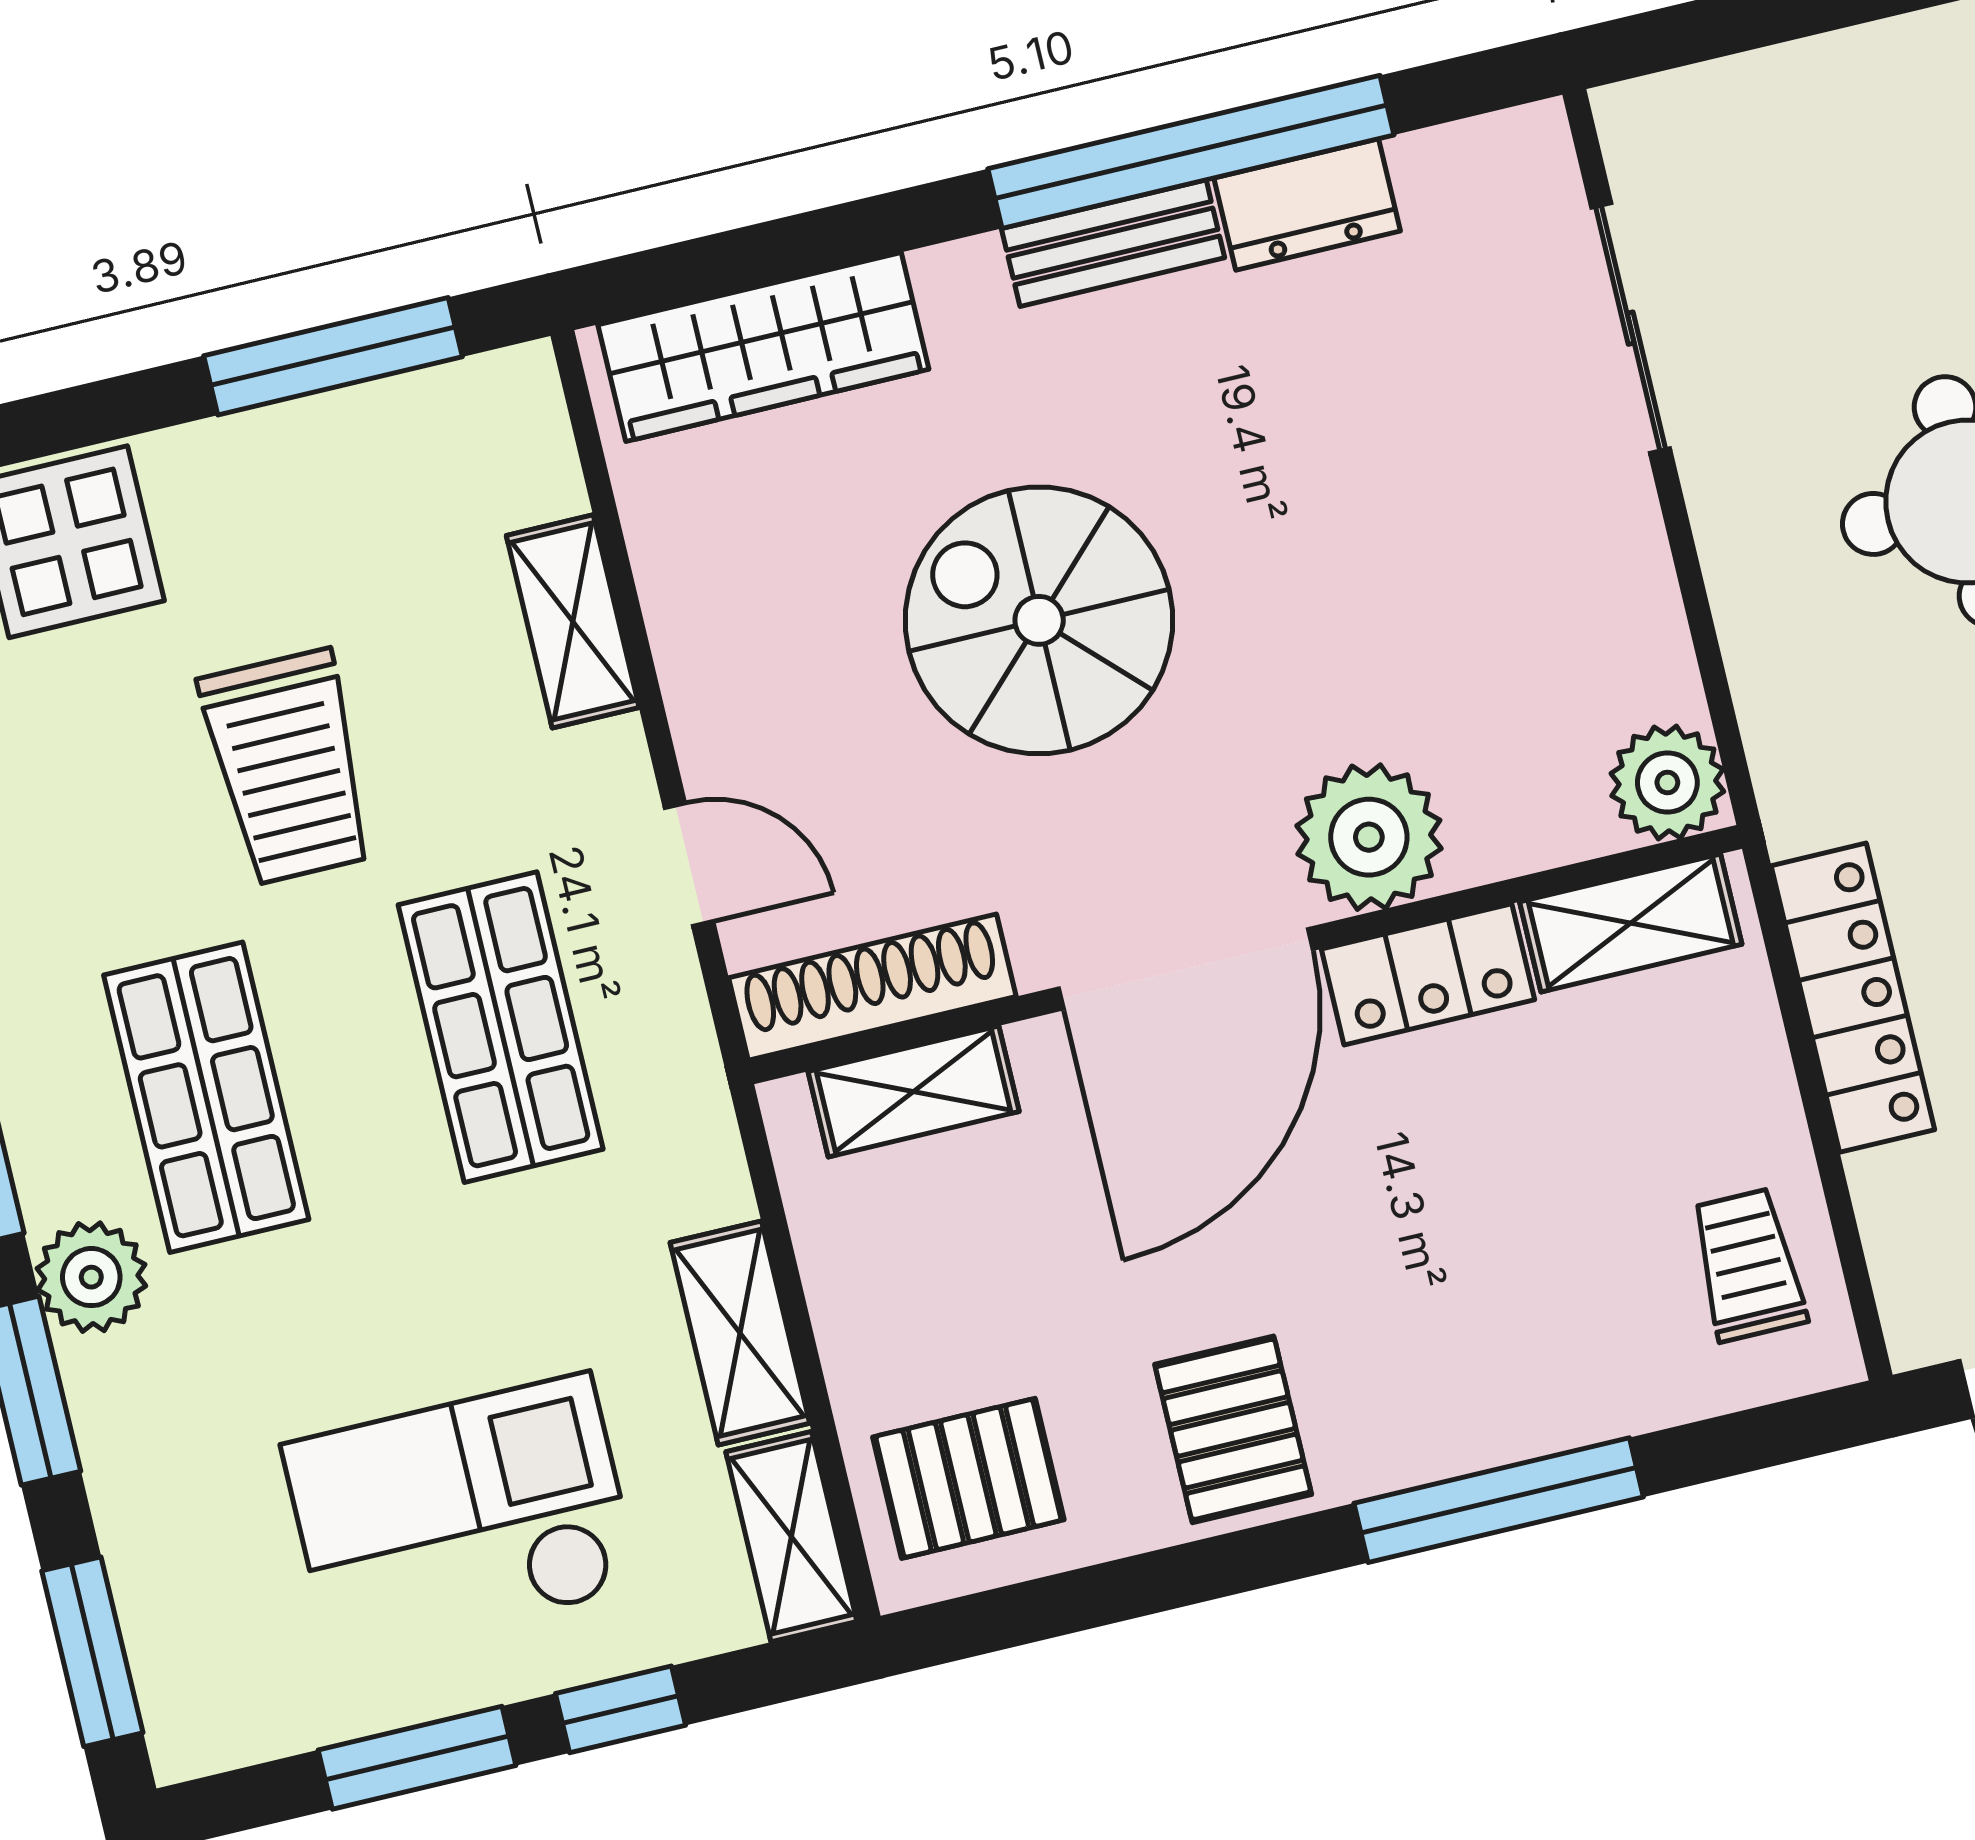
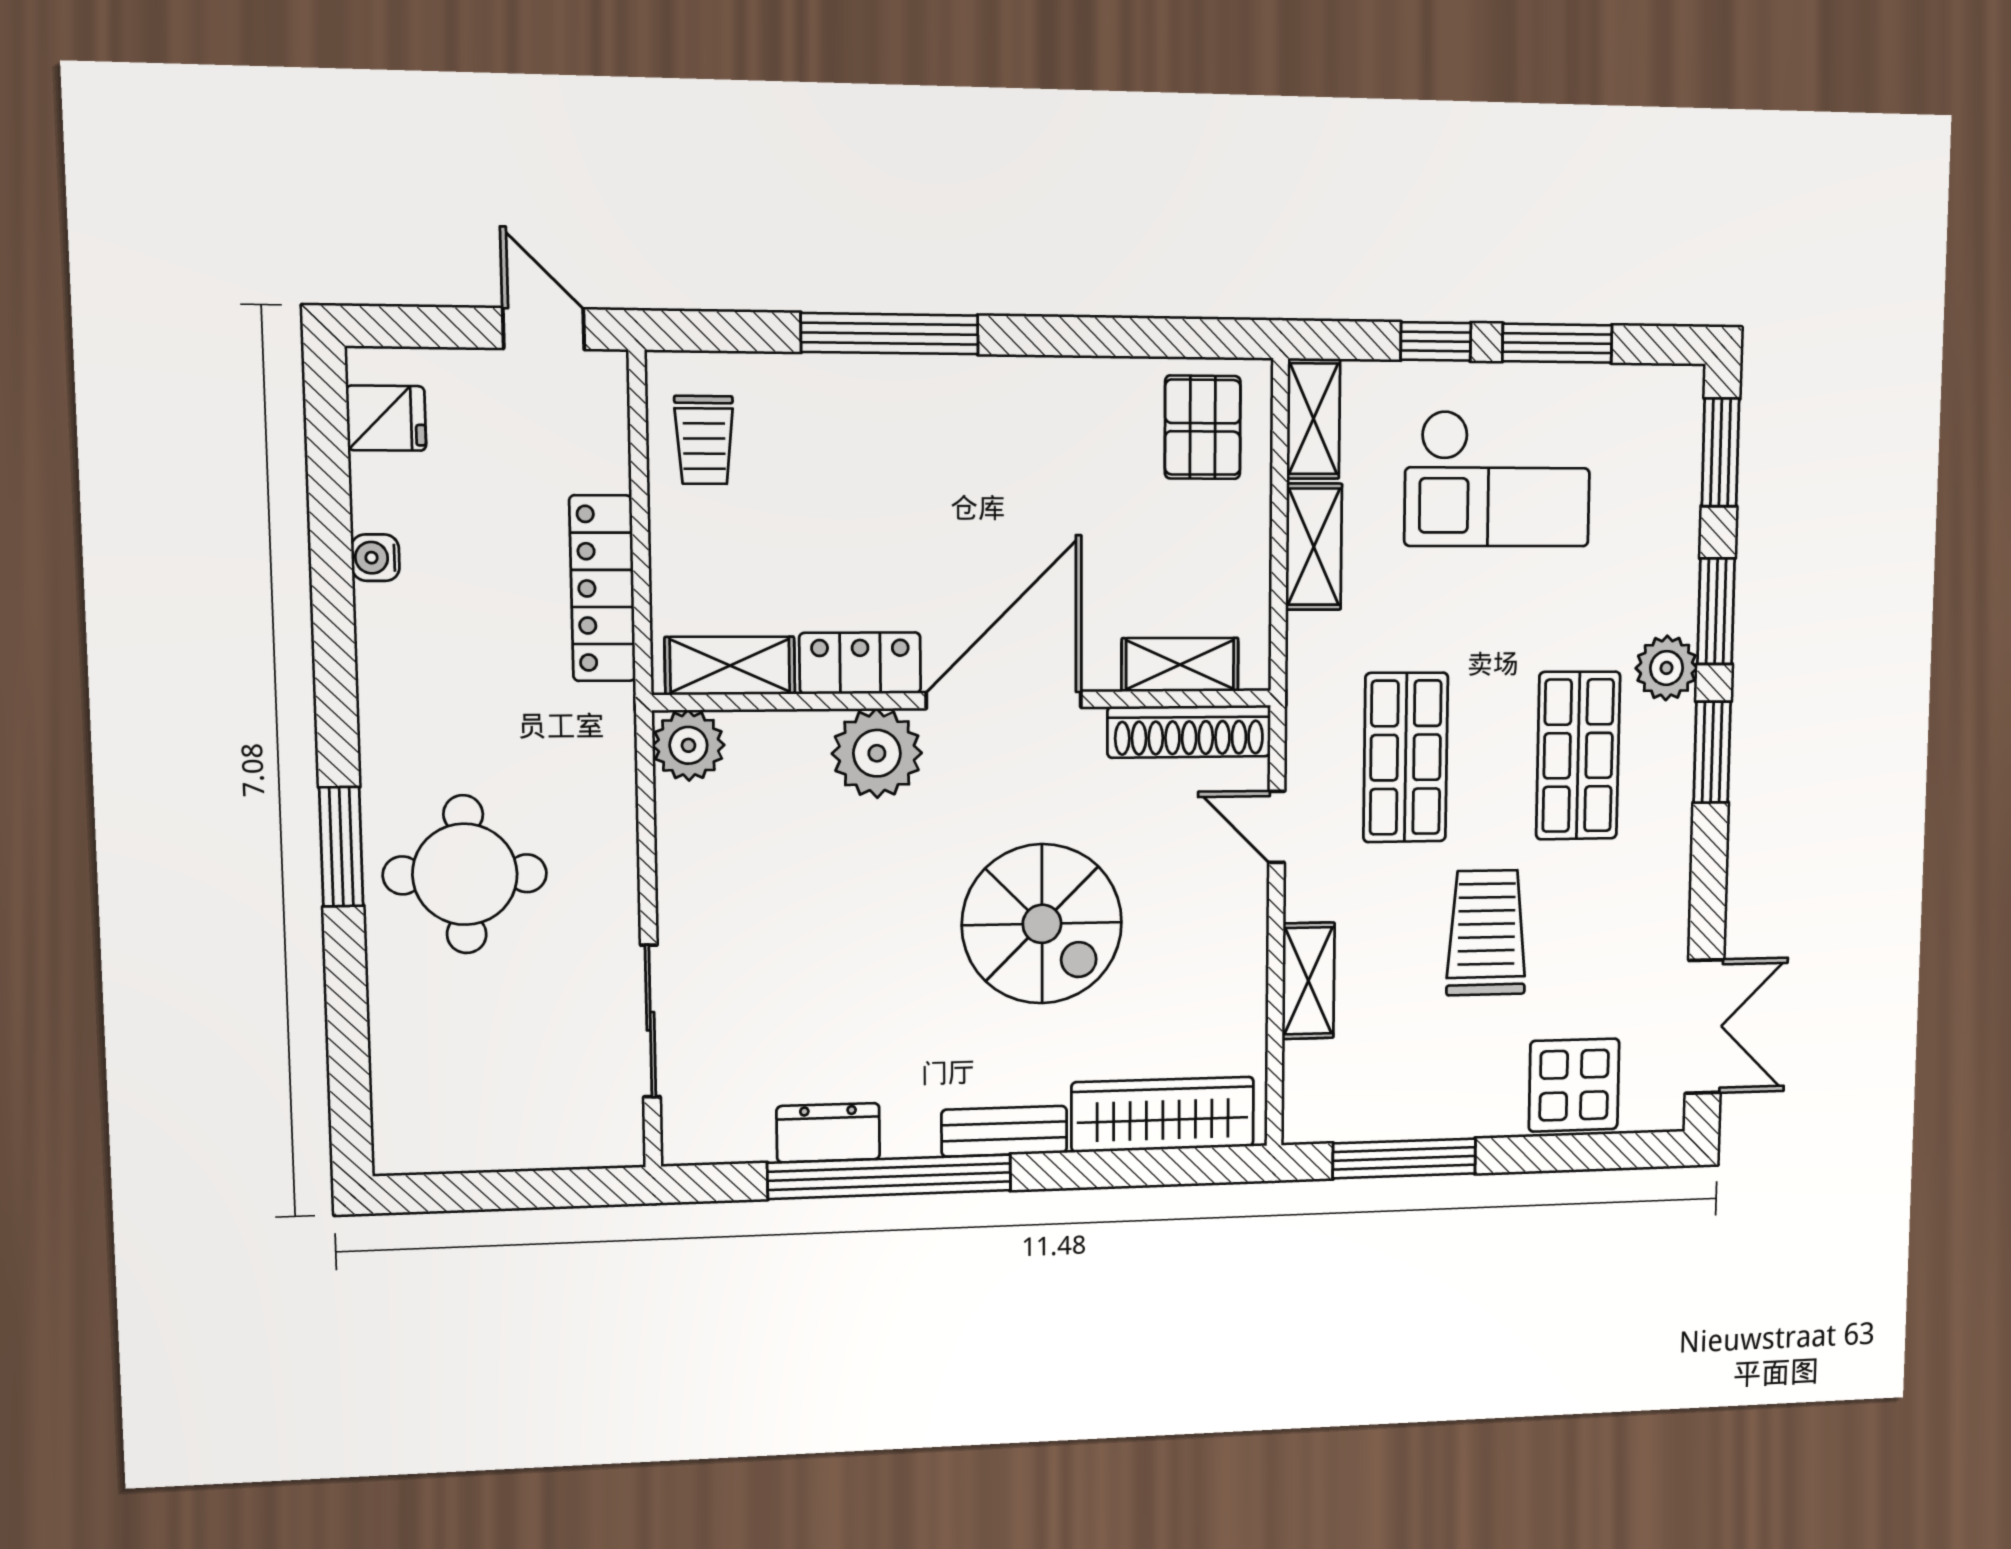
bench: (1113, 243) -> (1004, 1131), moved
pallet: (1233, 1429) -> (1040, 417), removed
pallet: (968, 1478) -> (1203, 427), turned 90

